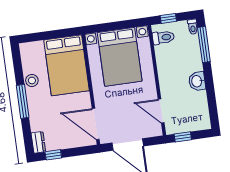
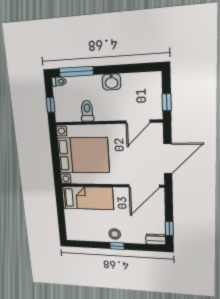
toilet: (163, 37) -> (87, 111), moved
bed: (67, 65) -> (87, 198), width x0.67
stool: (32, 80) -> (115, 234), moved
window: (23, 101) -> (117, 246), width x0.46

